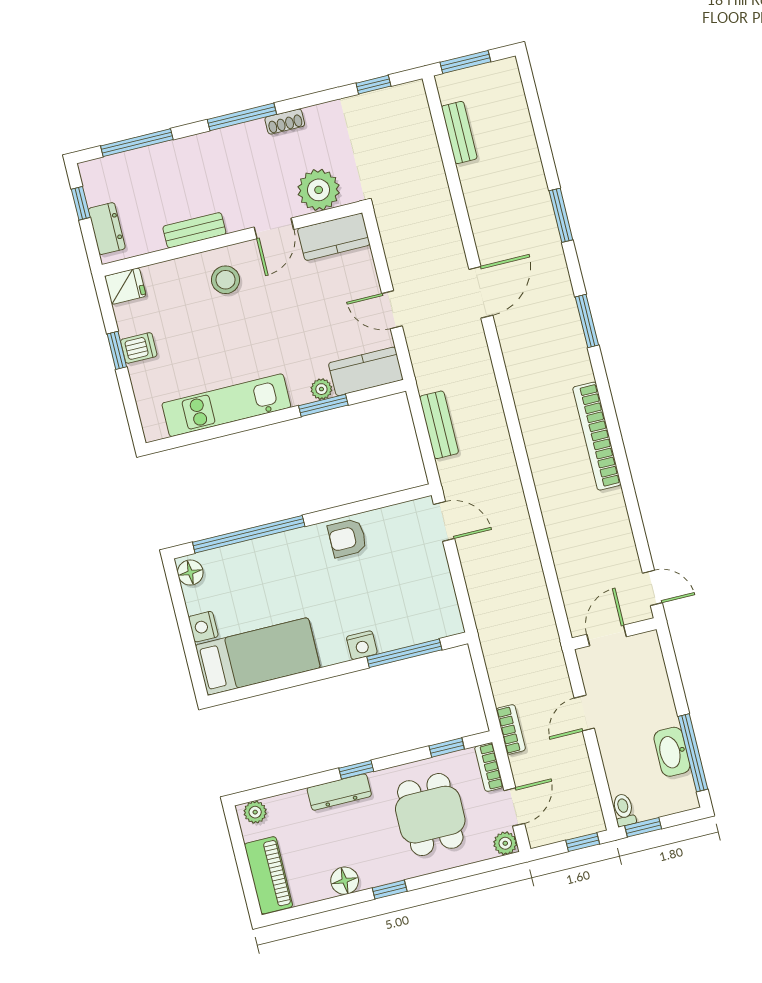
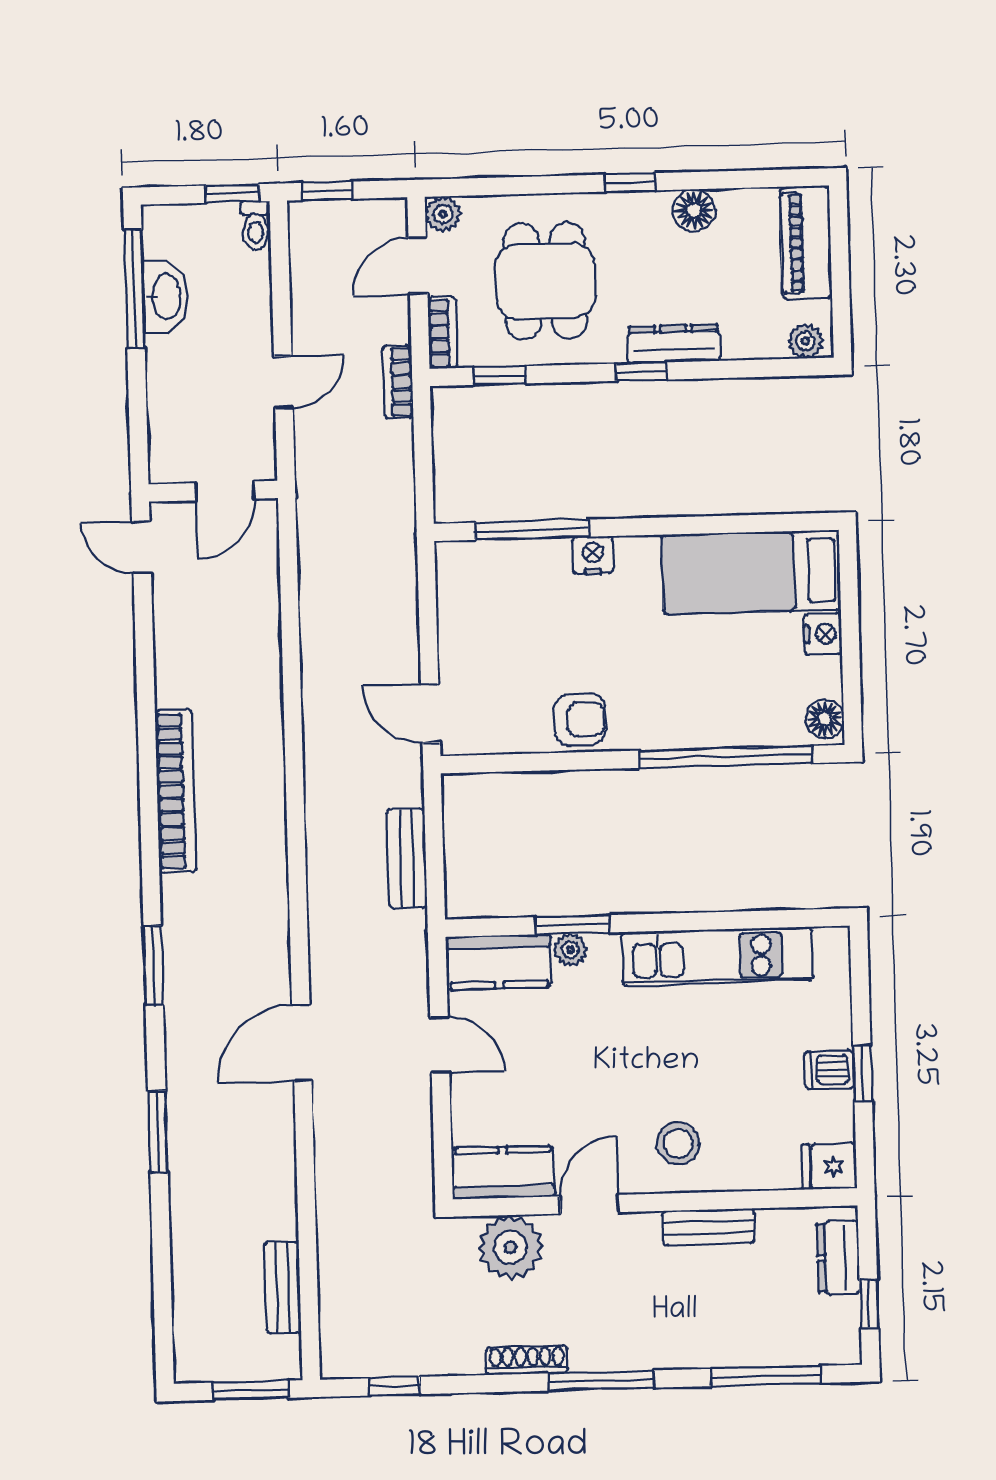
shoe rack: (285, 122) -> (527, 1360), width x1.43

